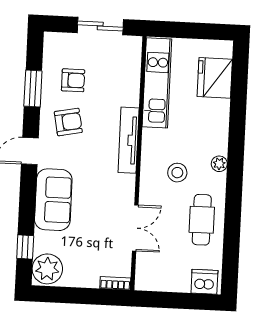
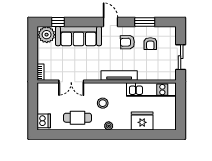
fridge: (215, 78) -> (142, 121), moved
armchair: (68, 122) -> (127, 42), turned 99
sofa: (53, 200) -> (78, 36), width x1.36

